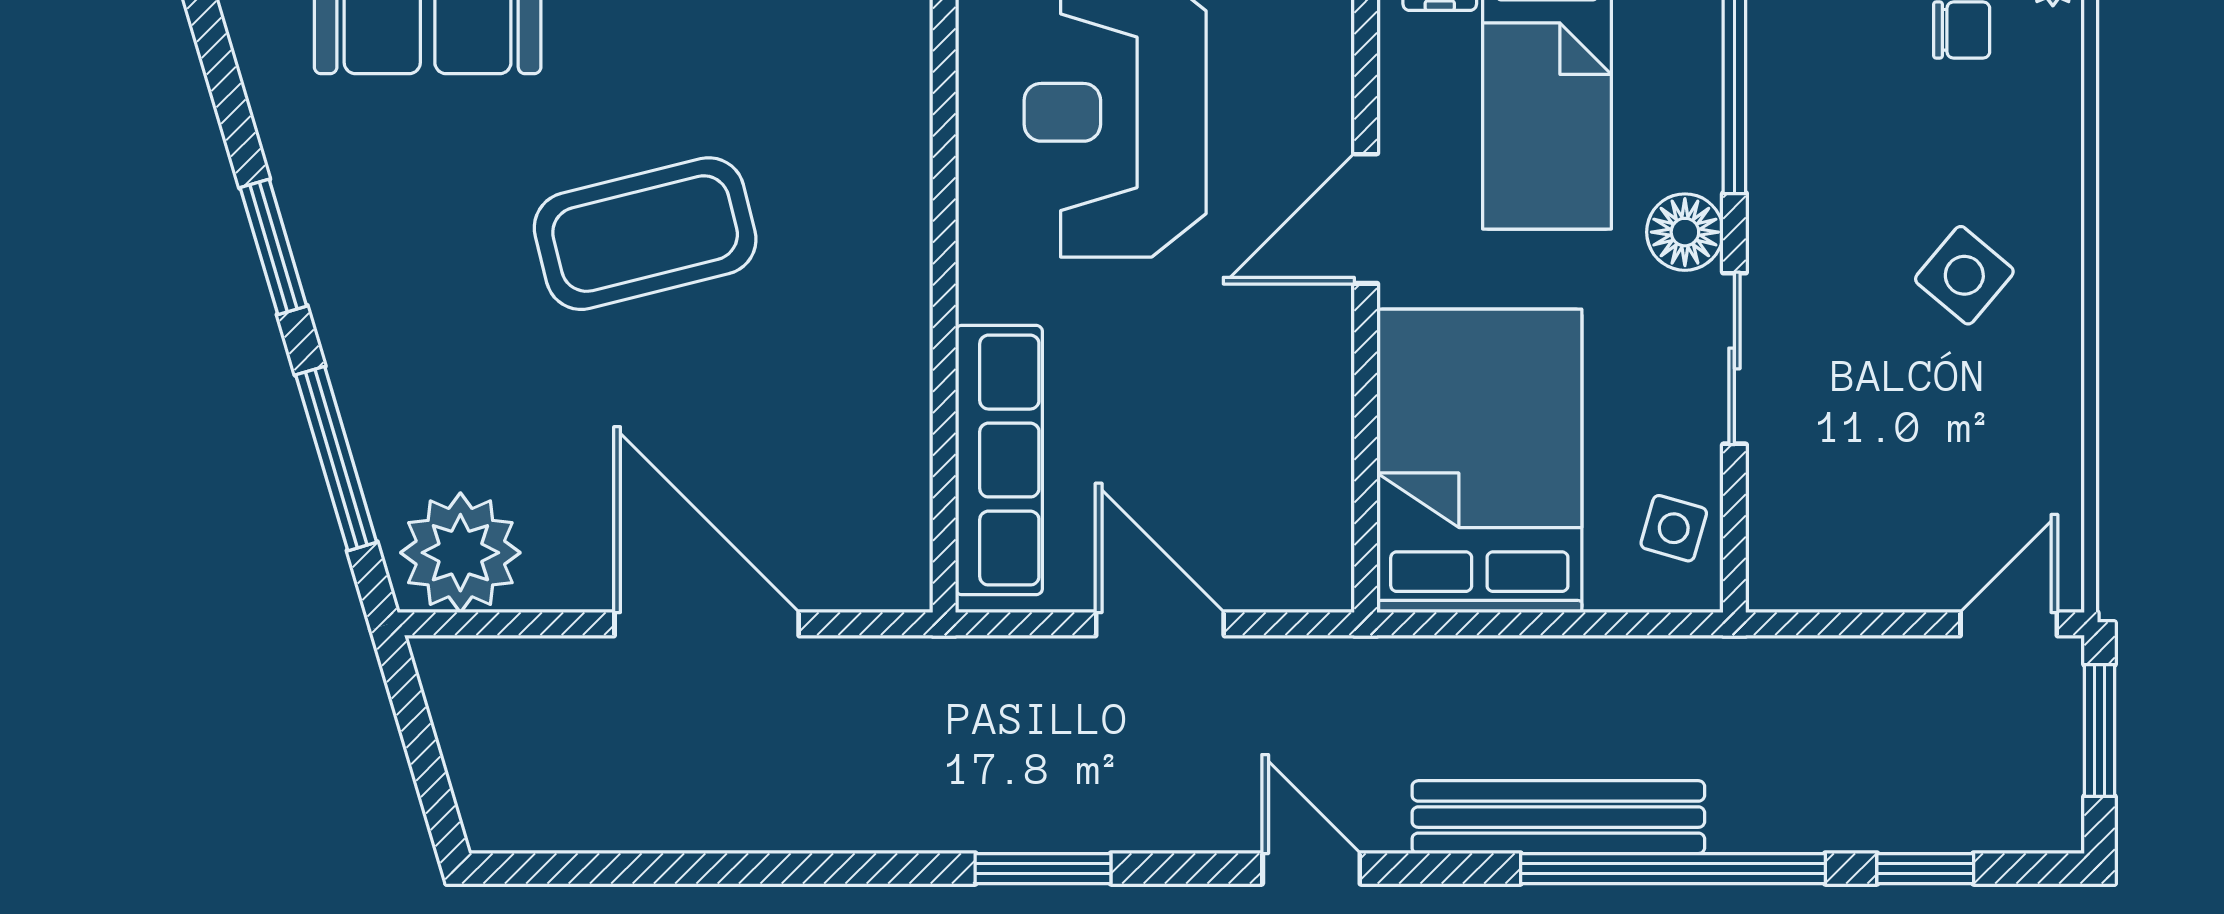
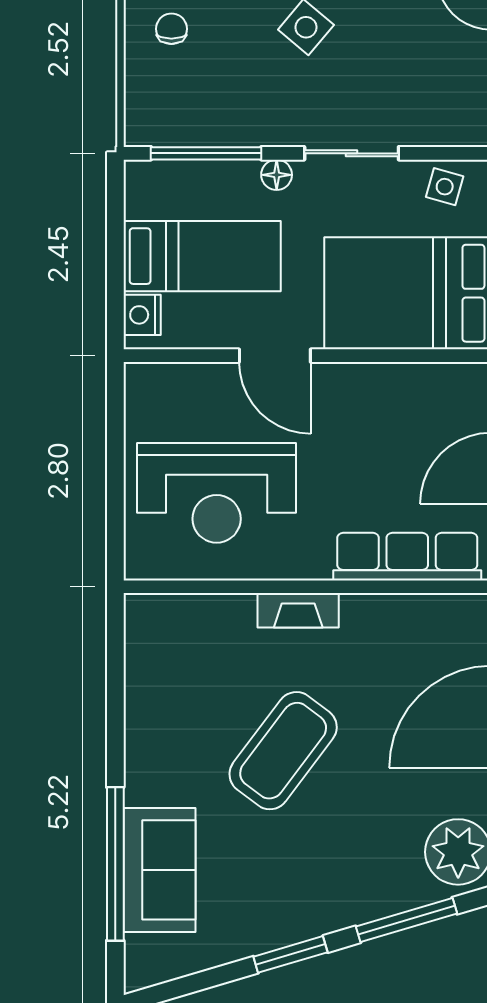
floor lamp: (1685, 232) -> (277, 175), width x0.73, depth x0.73
coffee table: (645, 234) -> (283, 751), turned 51
fireplace: (901, 261) -> (298, 610), added

